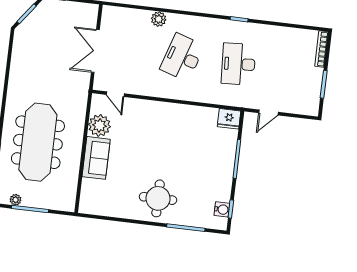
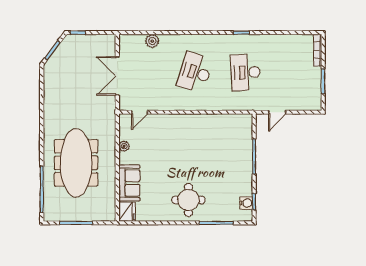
plant: (159, 19) -> (152, 41), moved
door: (115, 94) -> (140, 112), hinge flipped
fridge: (229, 119) -> (127, 212), moved, turned -90
plant: (99, 125) -> (124, 146), width x0.53, depth x0.53
sofa: (96, 158) -> (129, 183), moved
plant: (16, 200) -> (62, 216), removed

